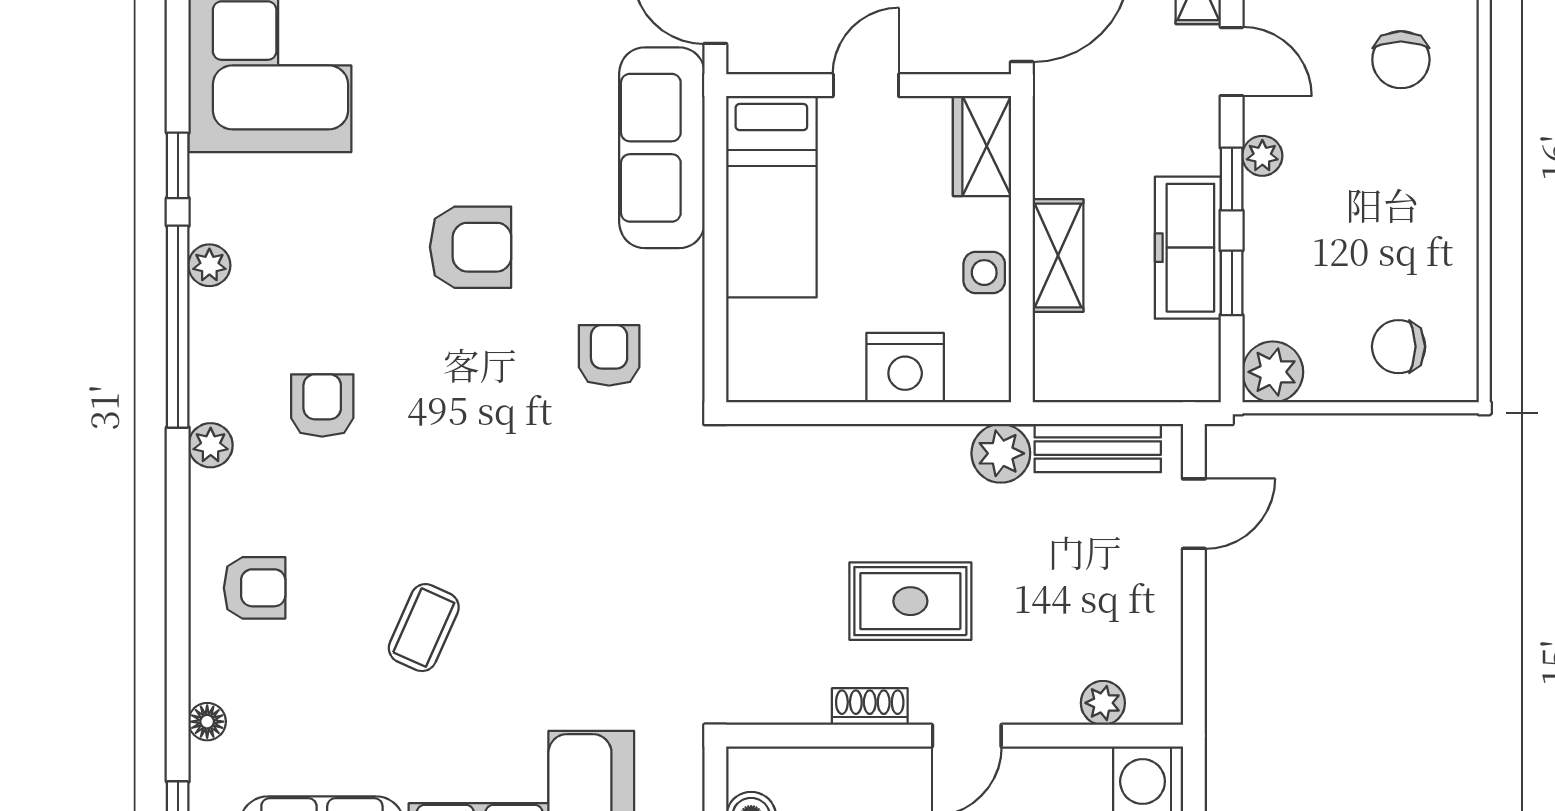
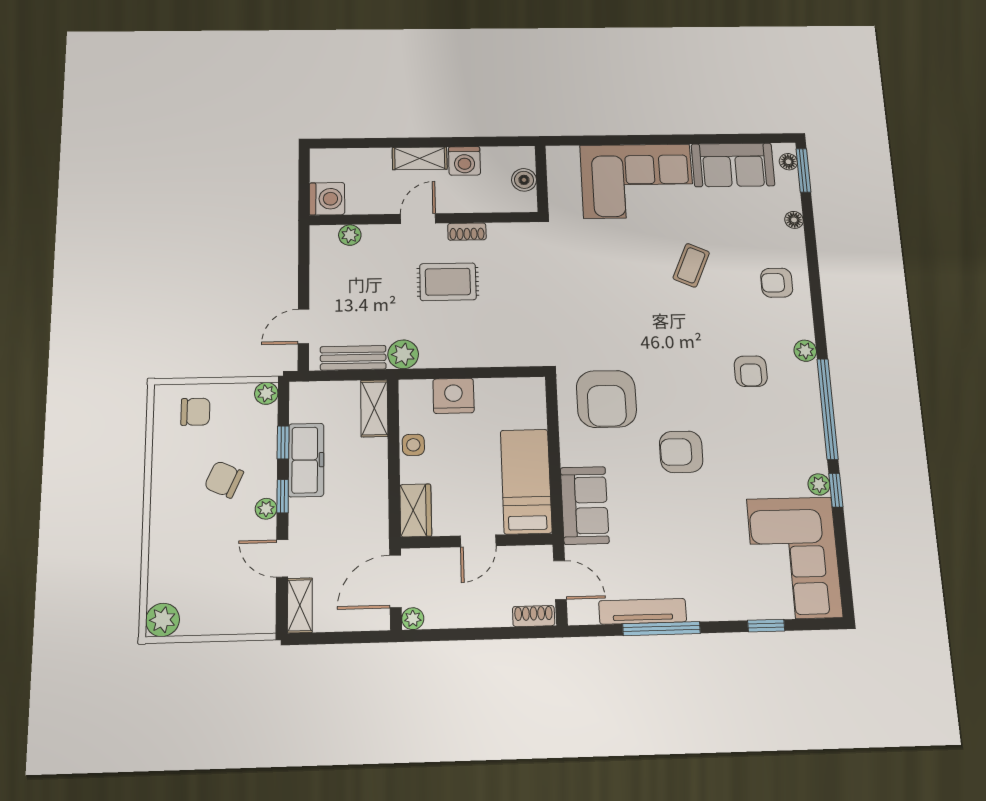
chair: (1401, 60) -> (224, 479), moved, turned -66
sofa: (662, 148) -> (585, 505), width x0.73
shelving: (1058, 256) -> (374, 408), moved
plant: (209, 265) -> (819, 484), moved
armchair: (609, 355) -> (606, 399), width x1.88, depth x1.88
plant: (1273, 372) -> (266, 393), width x0.73, depth x0.73

